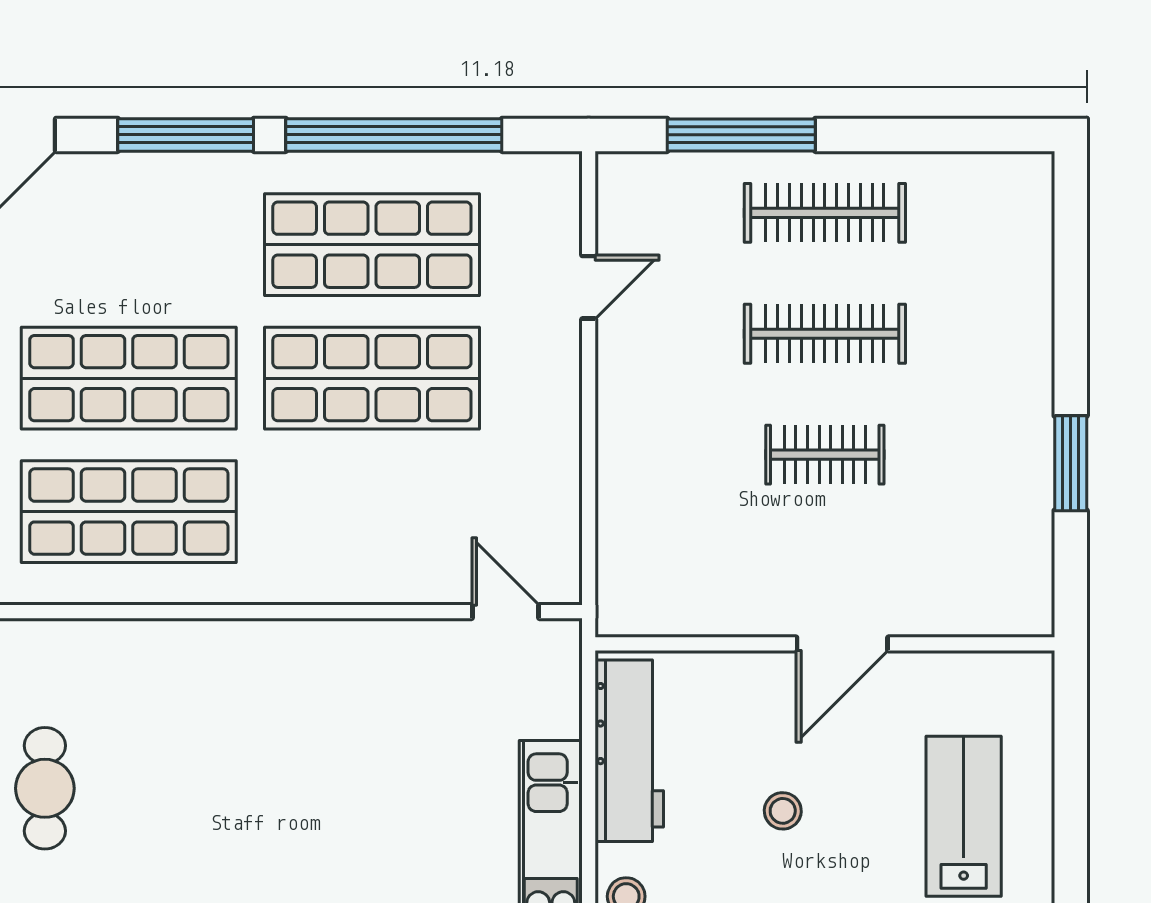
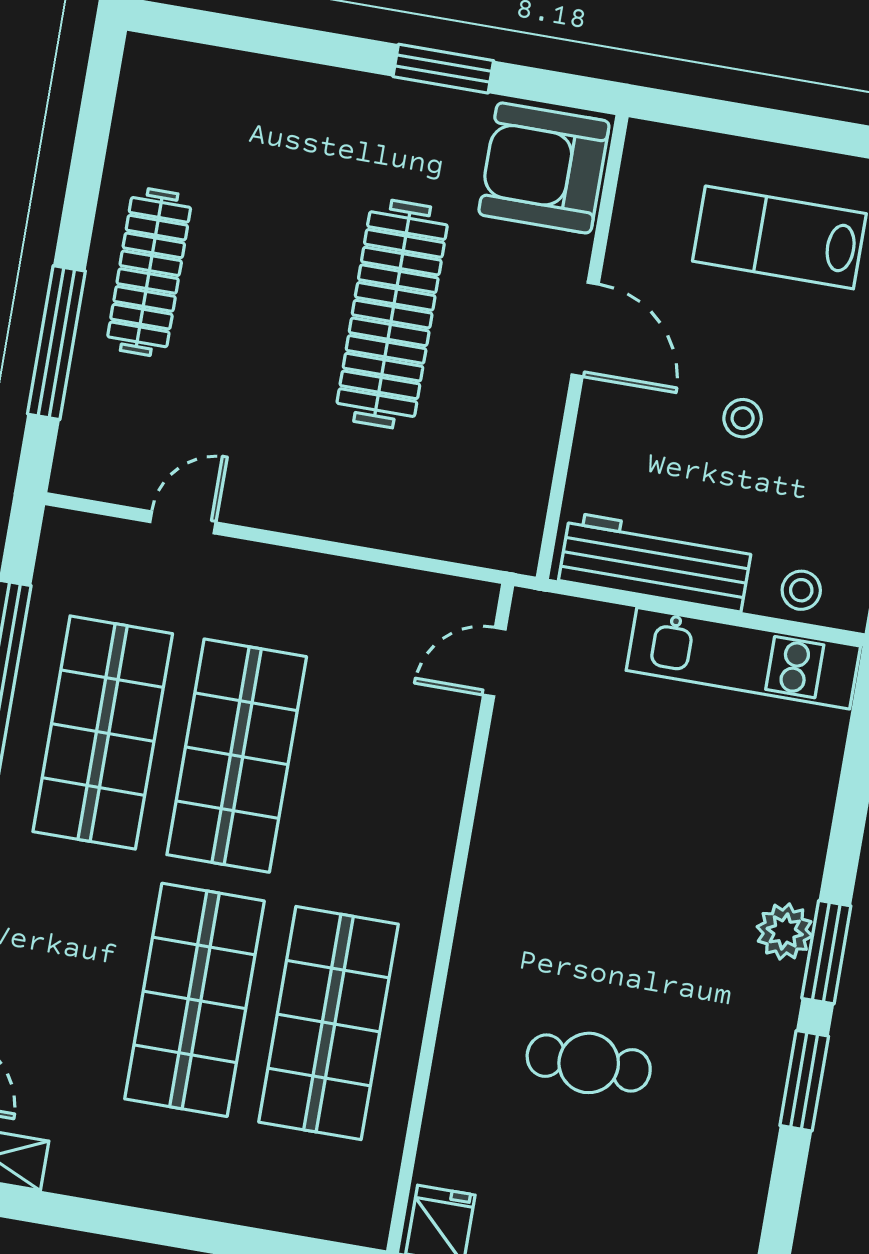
door: (589, 287) -> (183, 522), hinge flipped
clothes rail: (825, 334) -> (271, 293), removed
clothes rail: (825, 455) -> (392, 314), width x1.86, depth x1.31
armchair: (991, 577) -> (544, 168), added
cafe table: (45, 788) -> (589, 1063), moved

